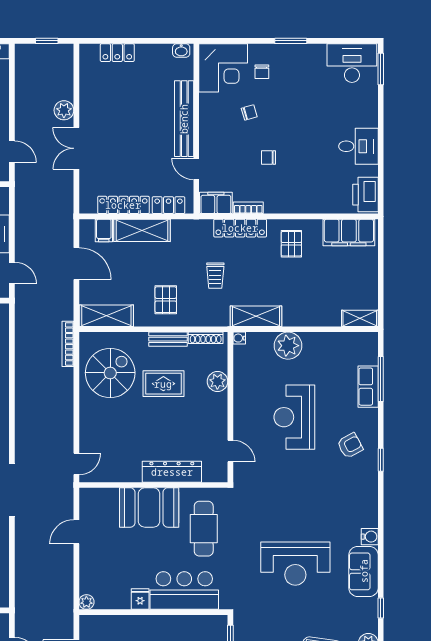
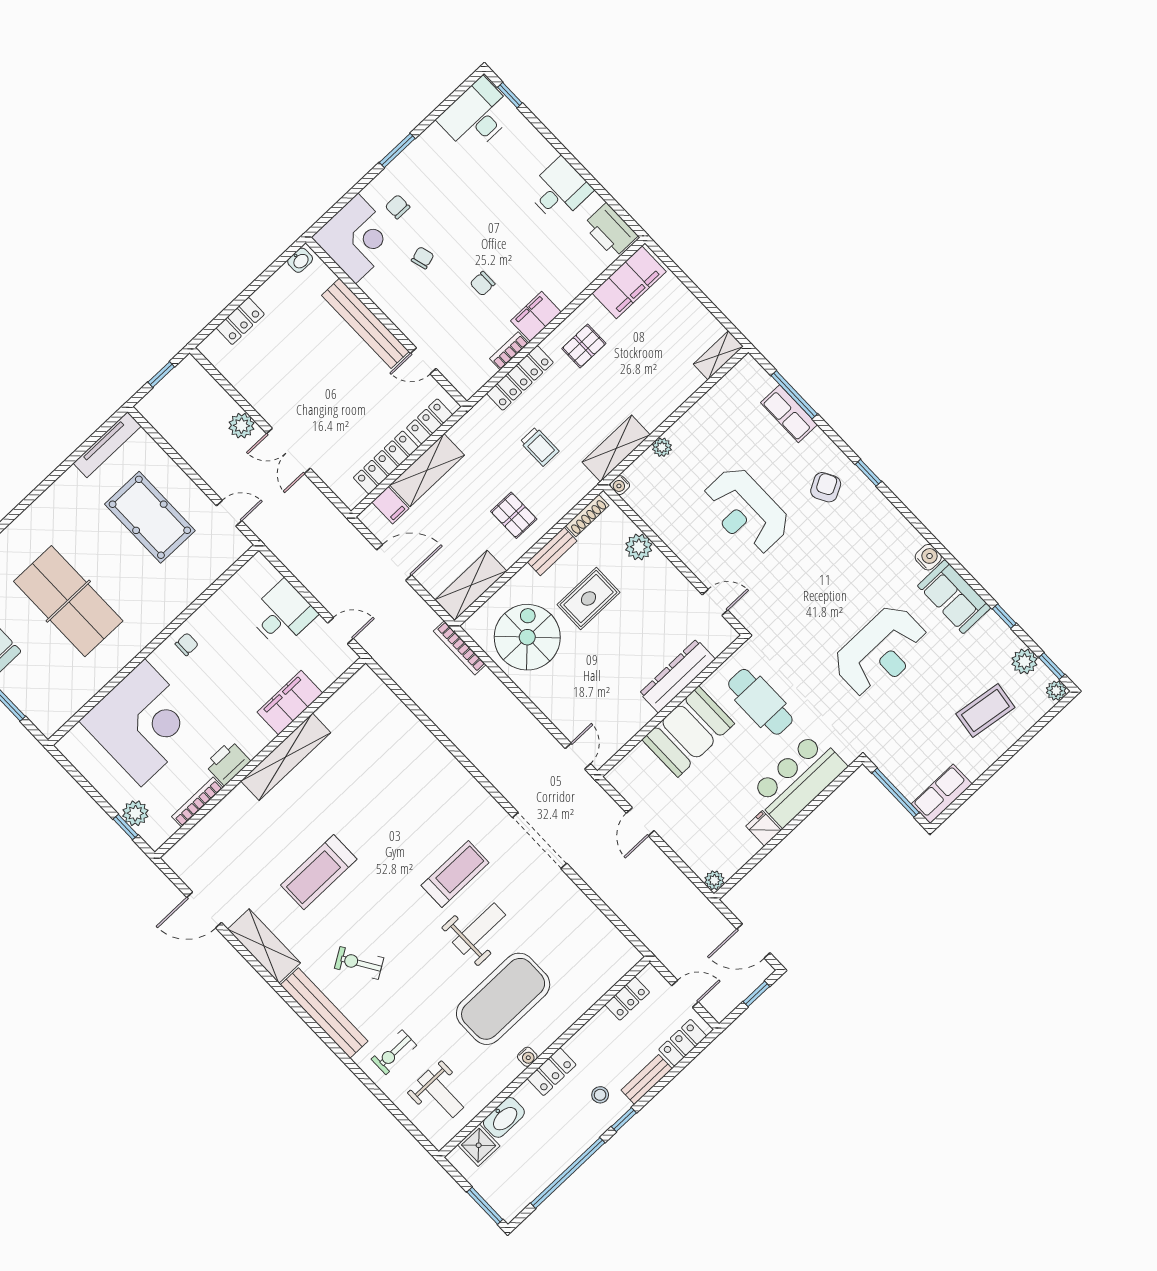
window: (381, 69) -> (510, 95), width x0.67
chair: (262, 72) -> (398, 207), turned 180
filing cabinet: (216, 203) -> (536, 316), moved
pallet: (291, 244) -> (584, 346), turned 90
plant: (288, 346) -> (662, 447), width x0.53, depth x0.53

